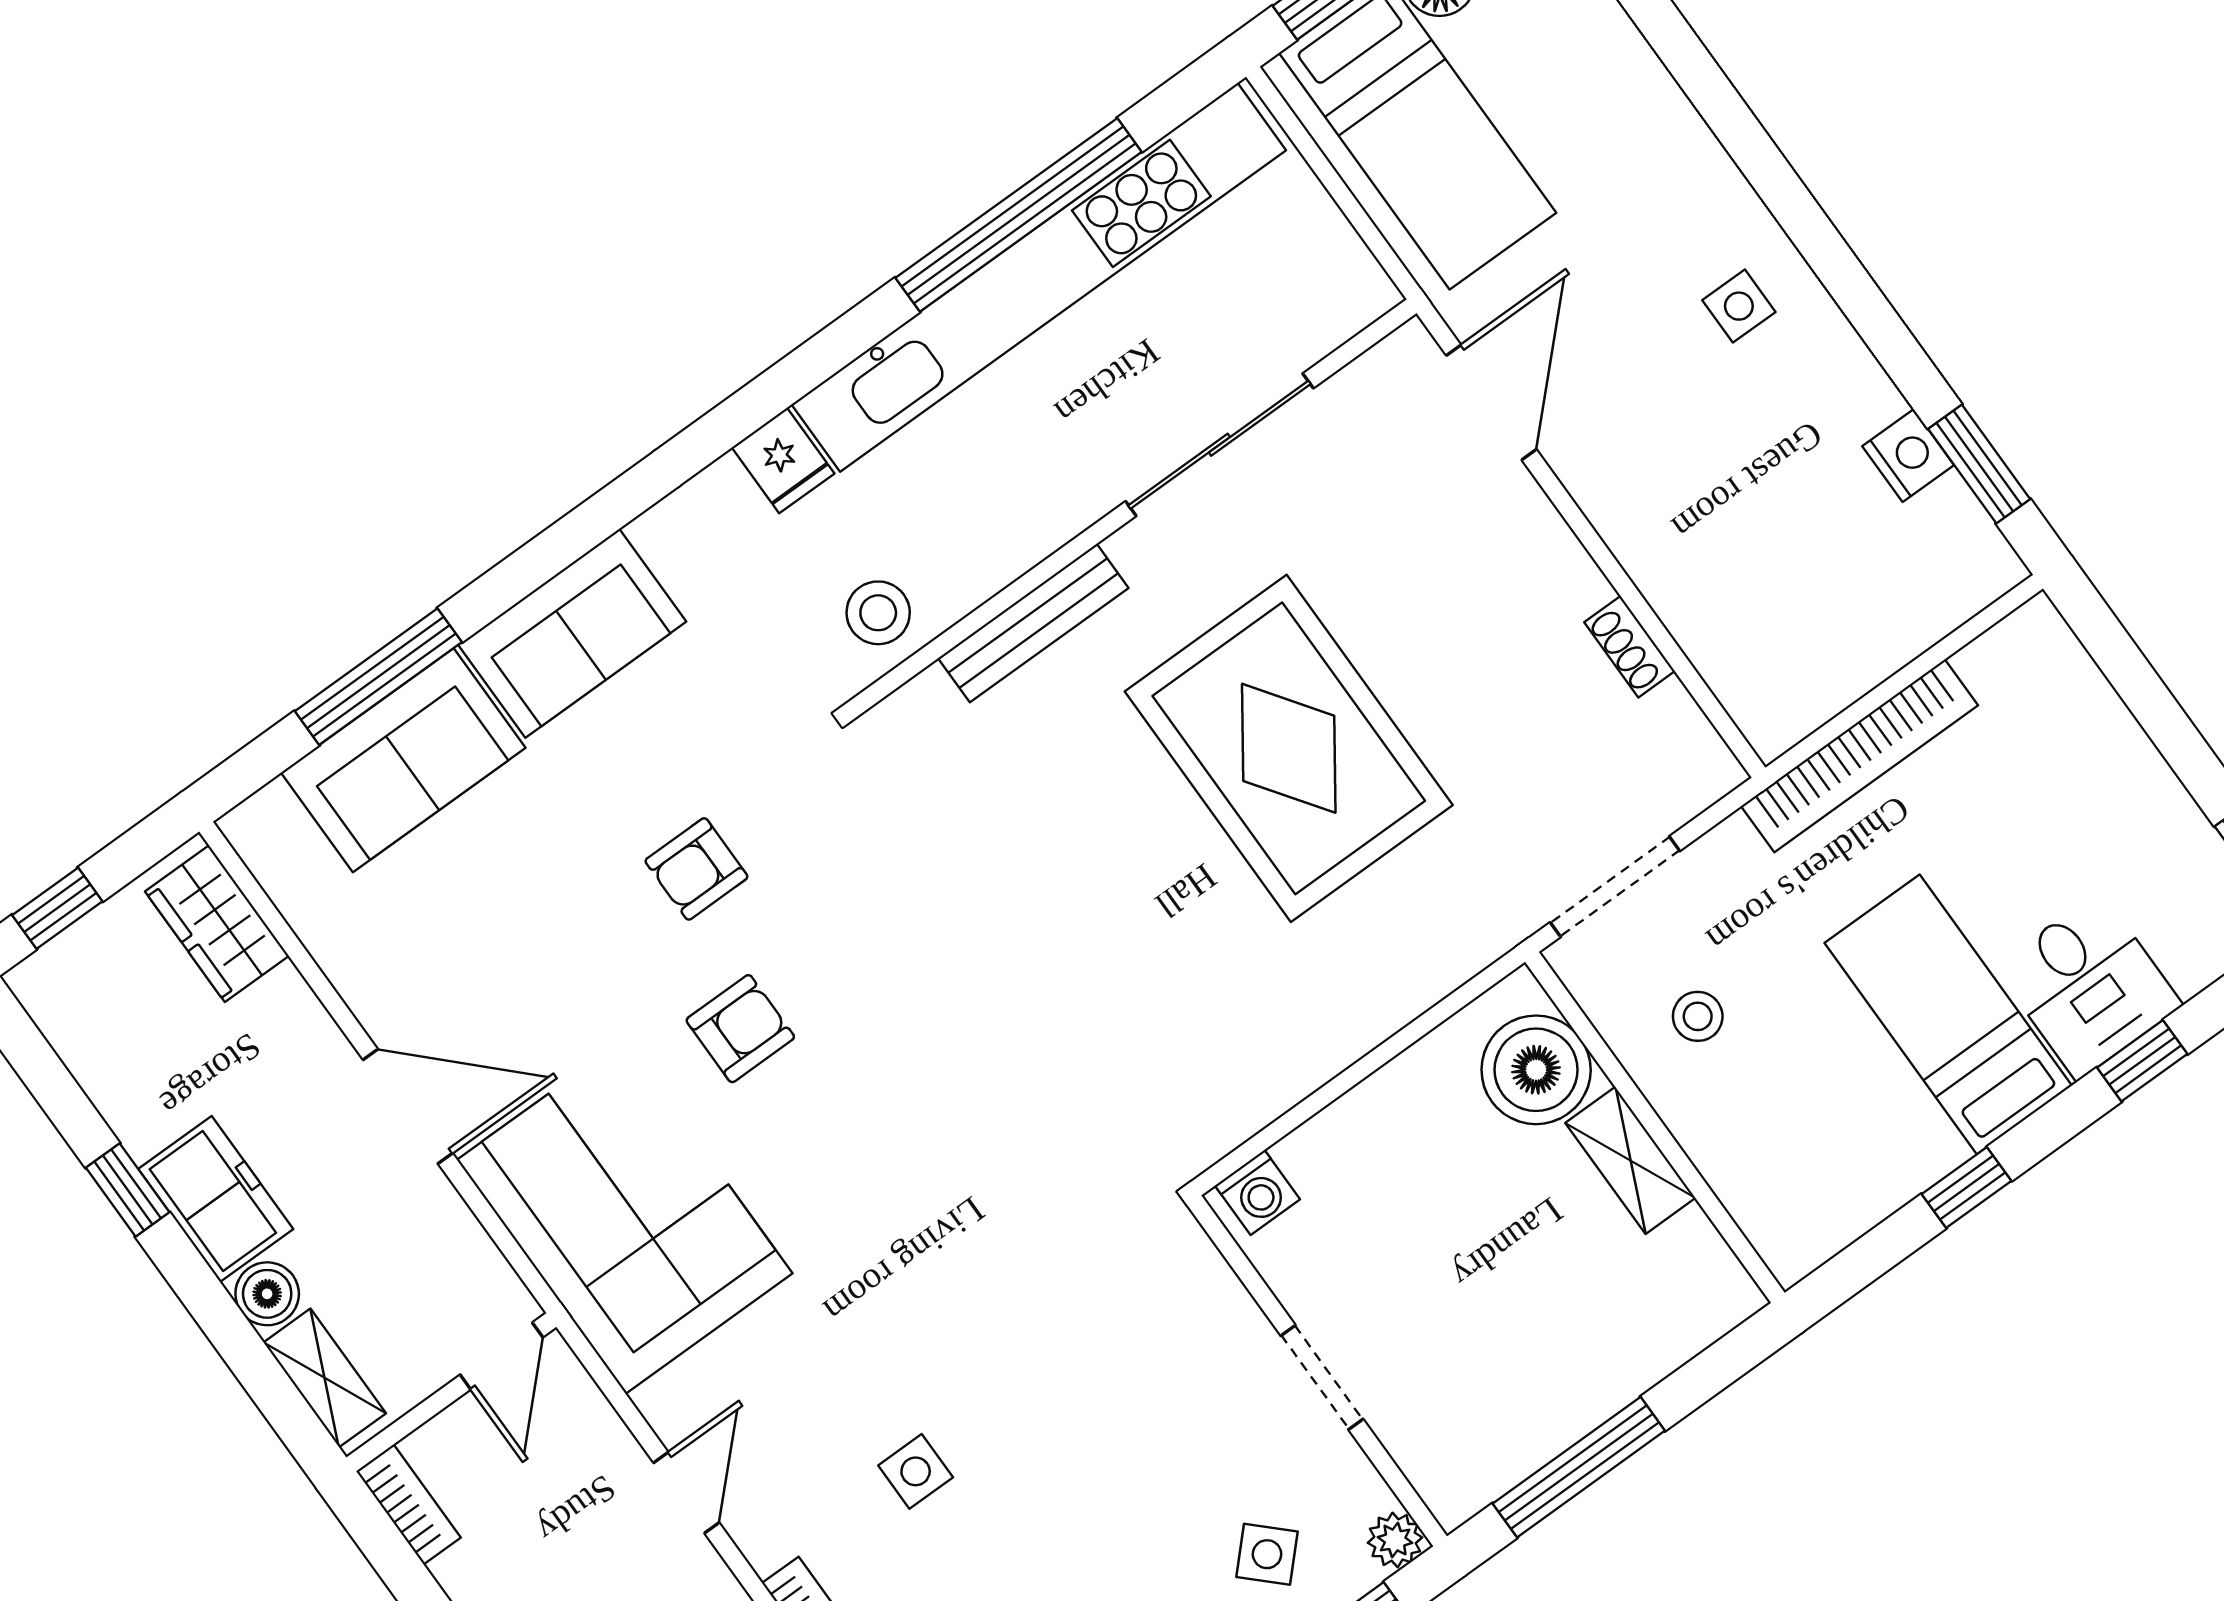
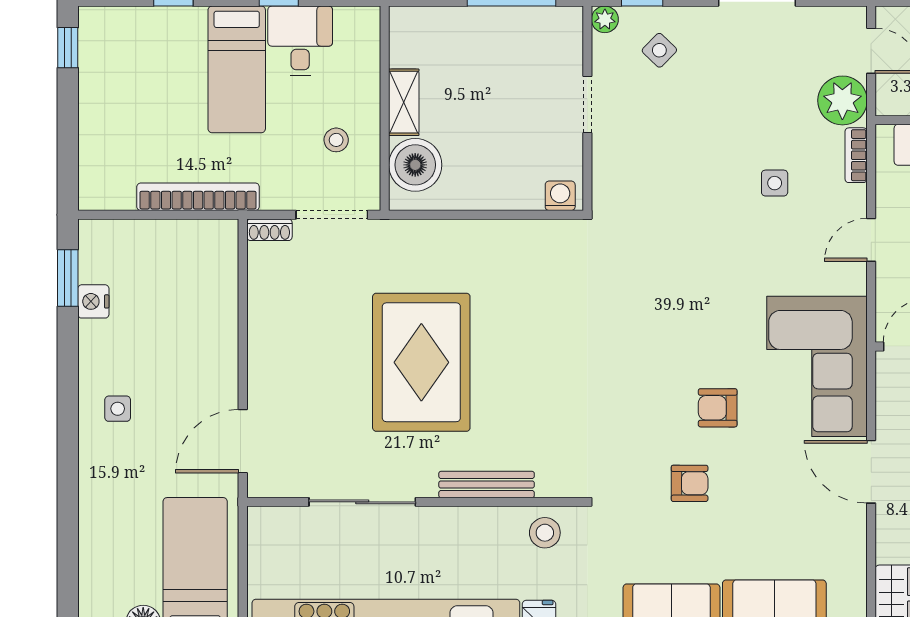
shoe rack: (1630, 647) -> (269, 230), moved, turned 90
desk: (2088, 986) -> (300, 41), moved

